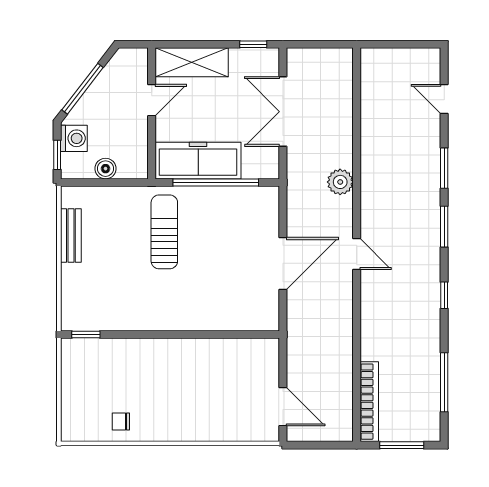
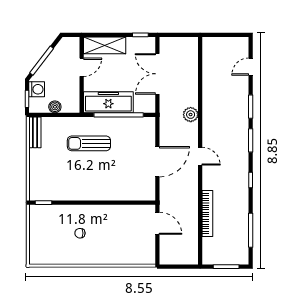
door: (444, 99) -> (251, 67), hinge flipped
sun lounger: (164, 232) -> (89, 143), turned -90
bench: (71, 235) -> (35, 132), moved
bookcase: (369, 402) -> (207, 213), moved
door: (283, 407) -> (157, 223), moved
chair: (121, 422) -> (80, 233), moved

